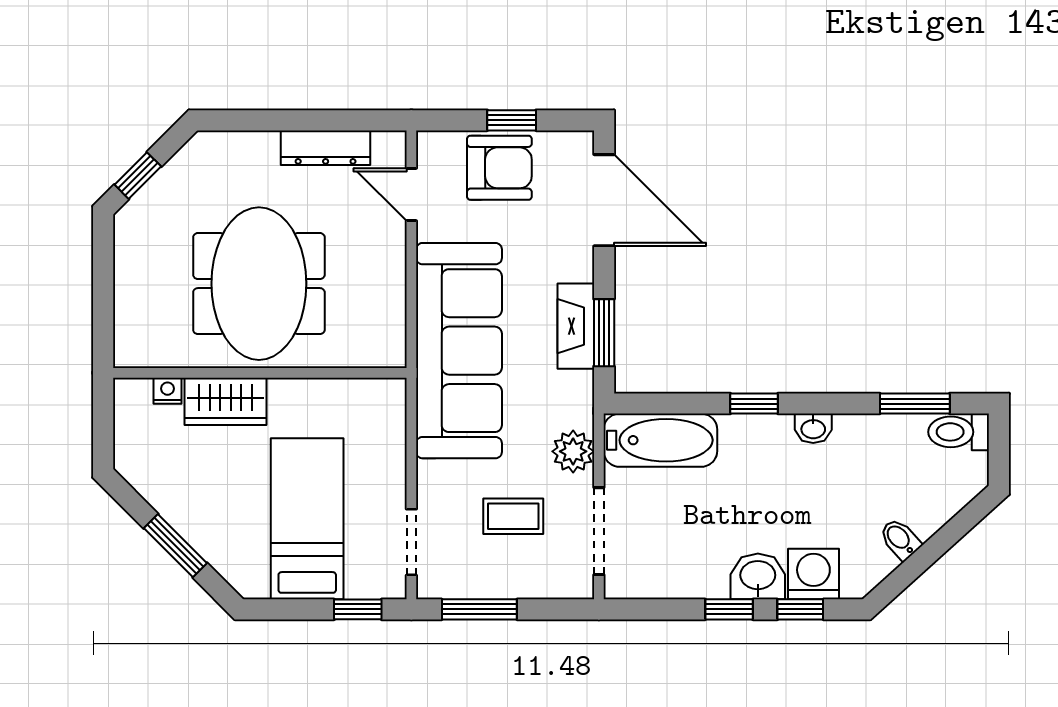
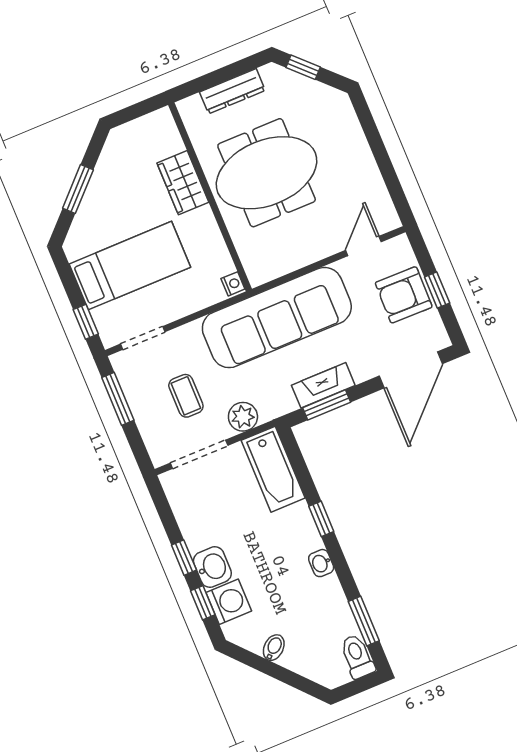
dresser: (326, 148) -> (232, 91), moved, turned -90
armchair: (499, 168) -> (404, 295), turned 91
nightstand: (167, 391) -> (233, 284), moved

